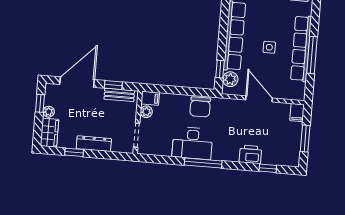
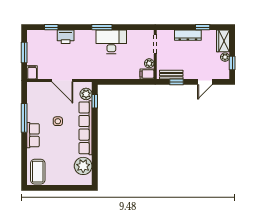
row of seats: (301, 48) -> (33, 135), width x0.50
door: (77, 82) -> (205, 82), width x0.53
chair: (200, 107) -> (108, 70), removed
window: (203, 163) -> (102, 27), width x0.69

